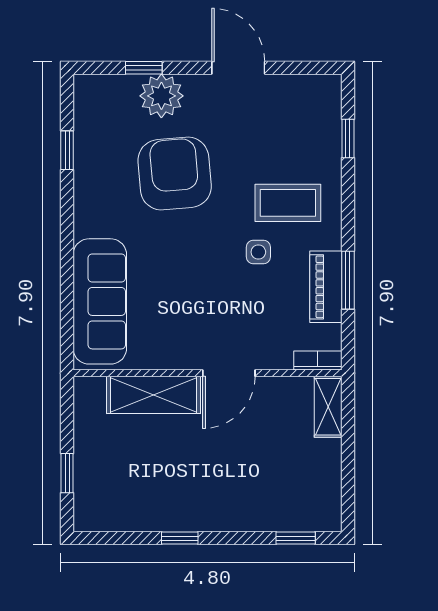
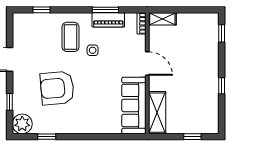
plant: (161, 96) -> (22, 124), moved
sofa: (100, 301) -> (134, 105), moved, turned -90
shelving: (154, 395) -> (157, 113), moved

